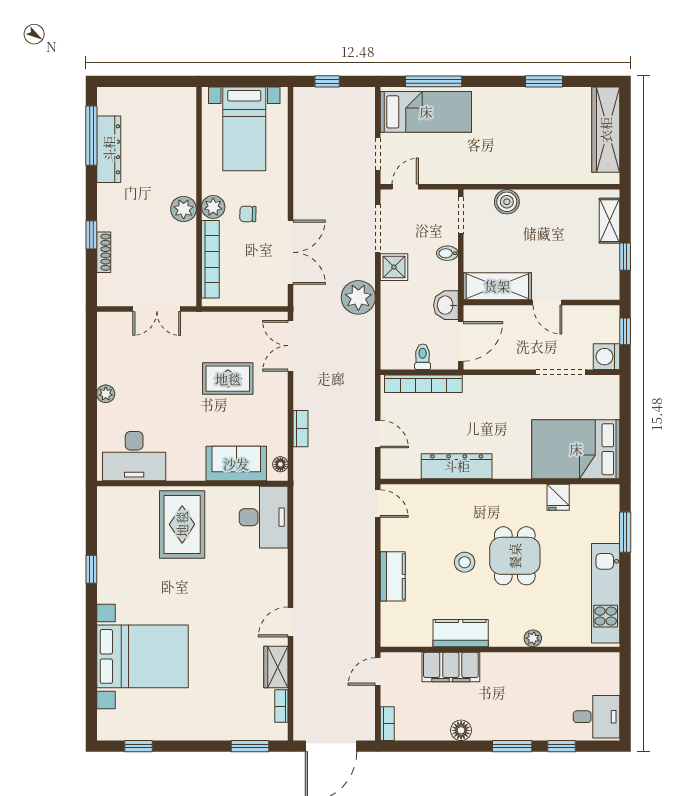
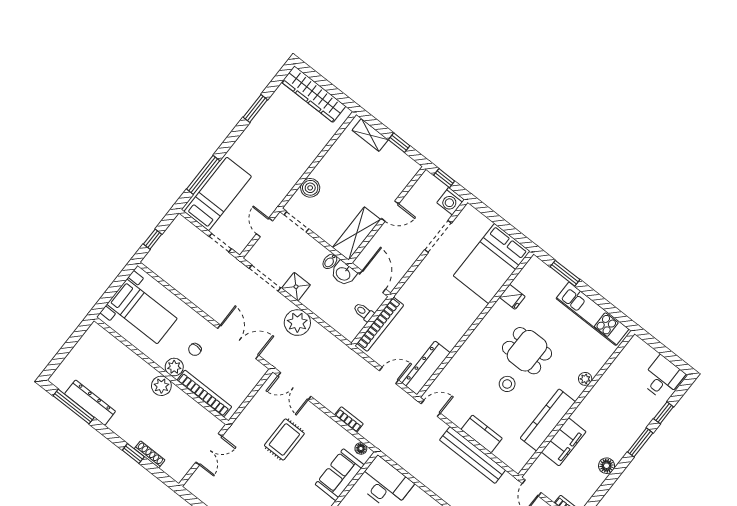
door: (405, 187) -> (264, 227), moved
bidet: (447, 253) -> (330, 261), moved
dresser: (457, 466) -> (426, 368), moved
bench: (364, 584) -> (473, 455), added
kitchen counter: (461, 633) -> (548, 420), width x1.50

